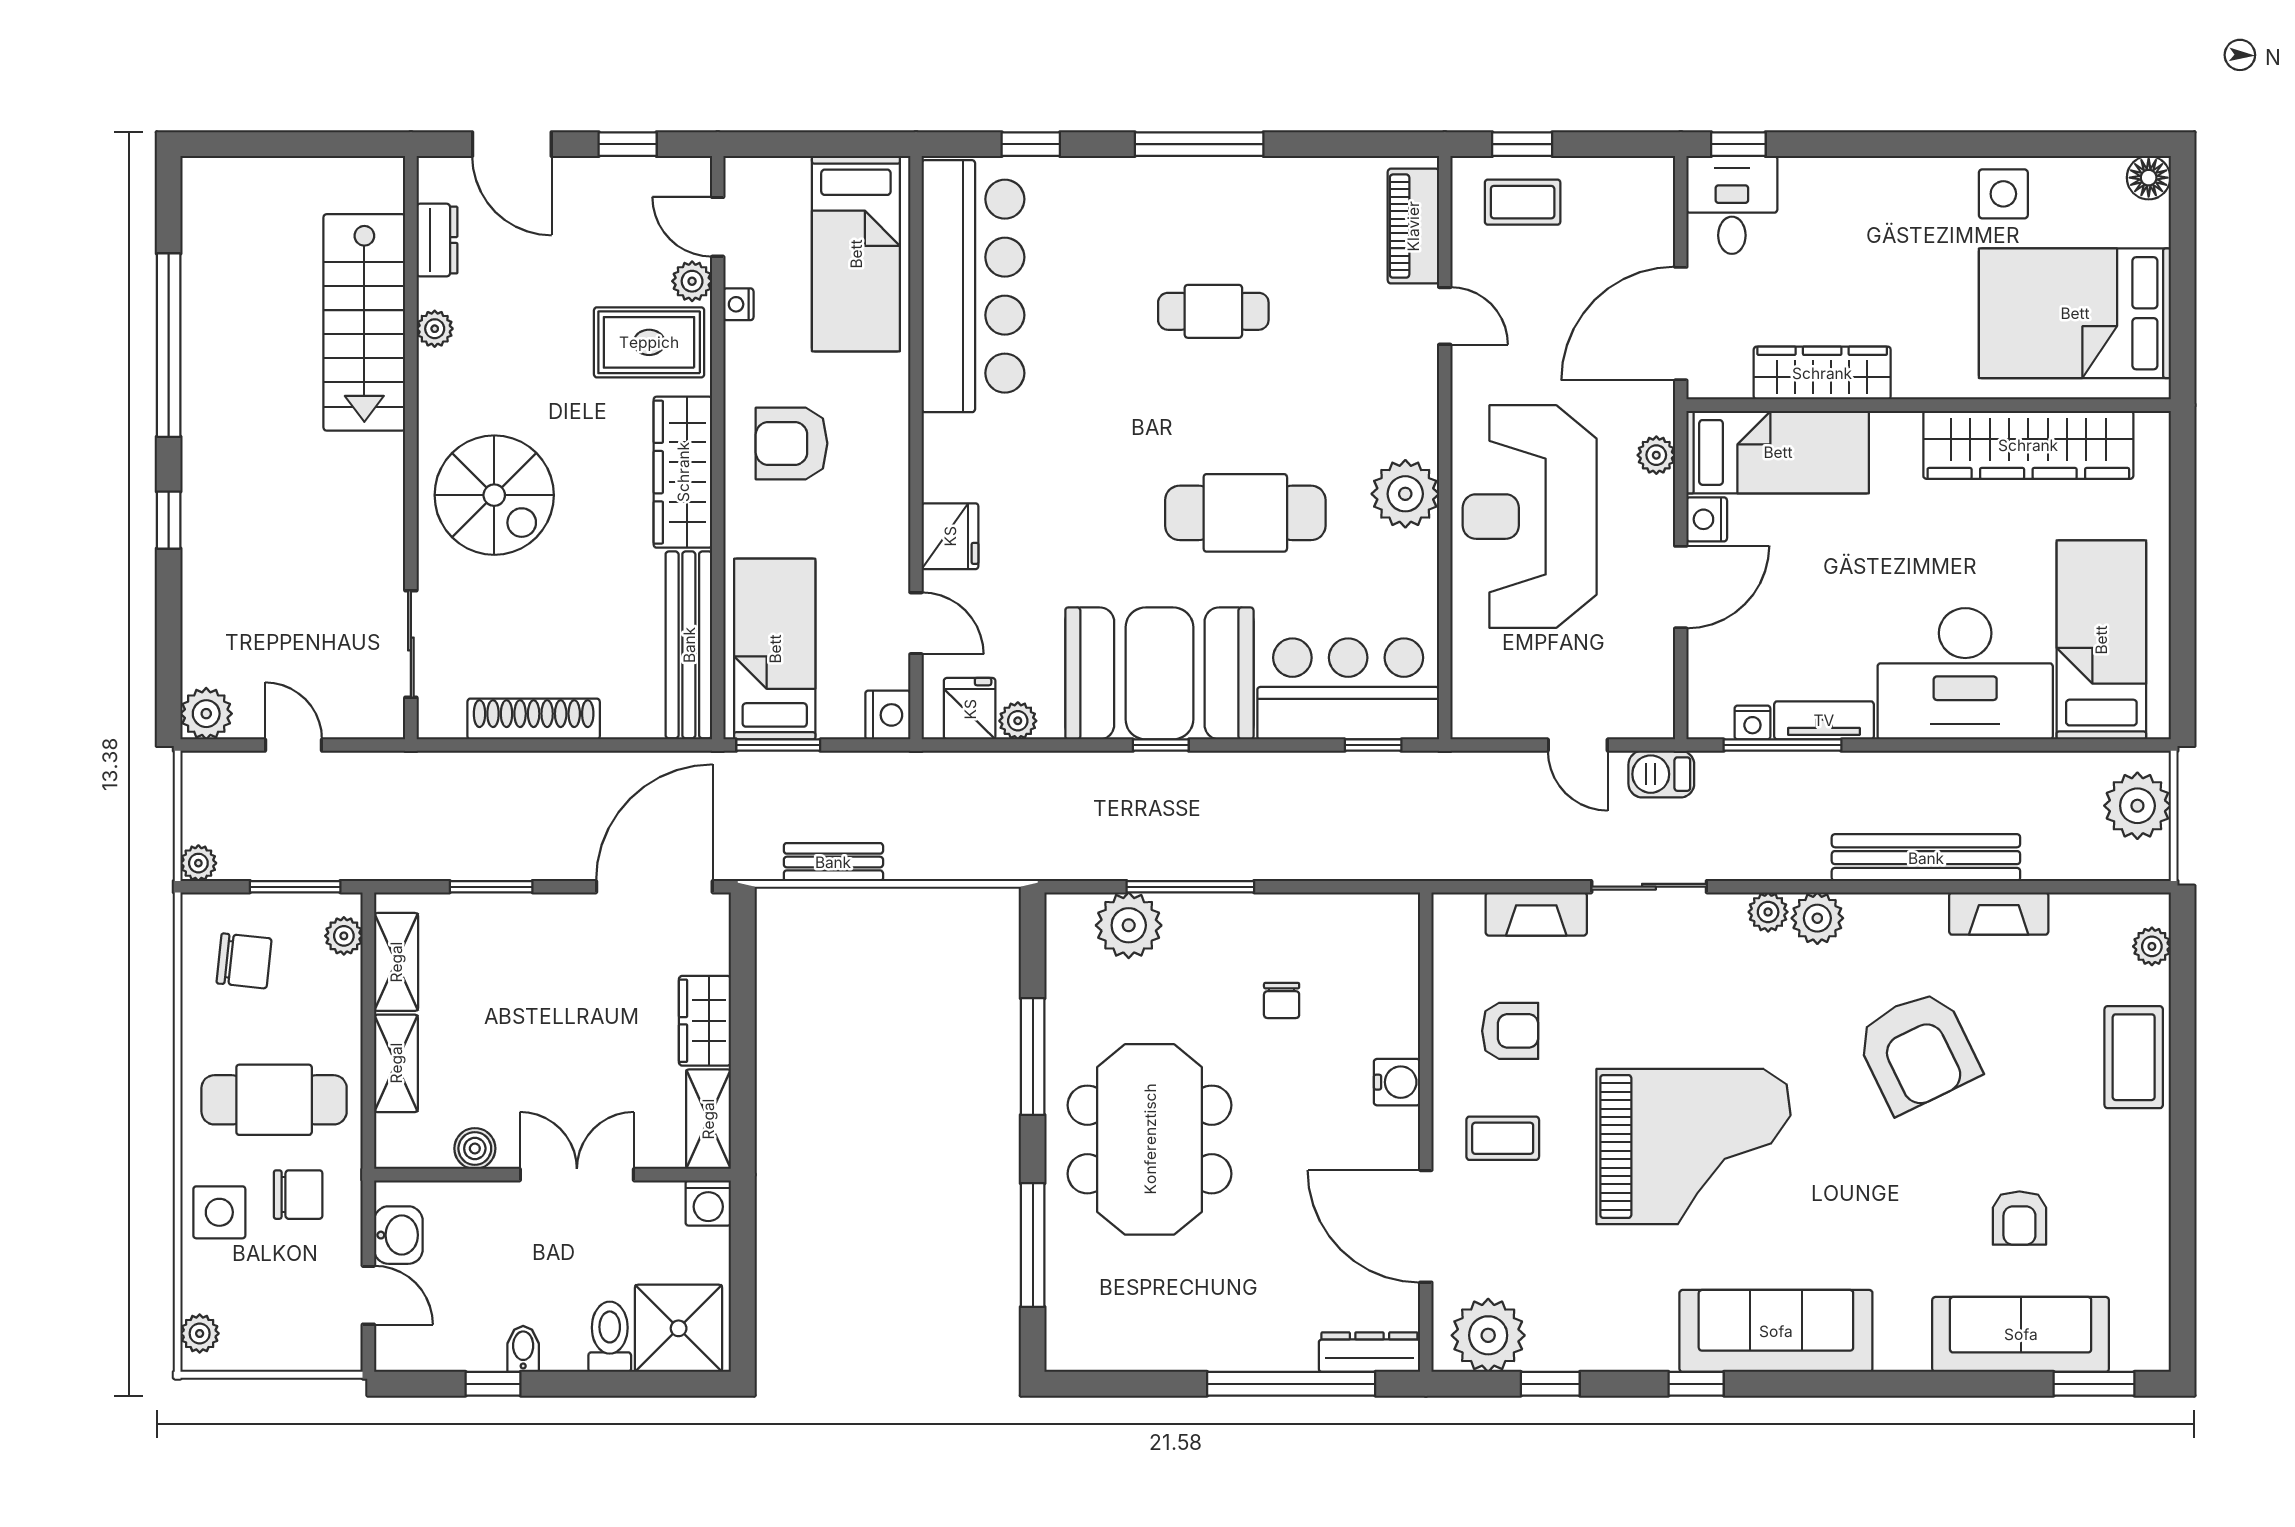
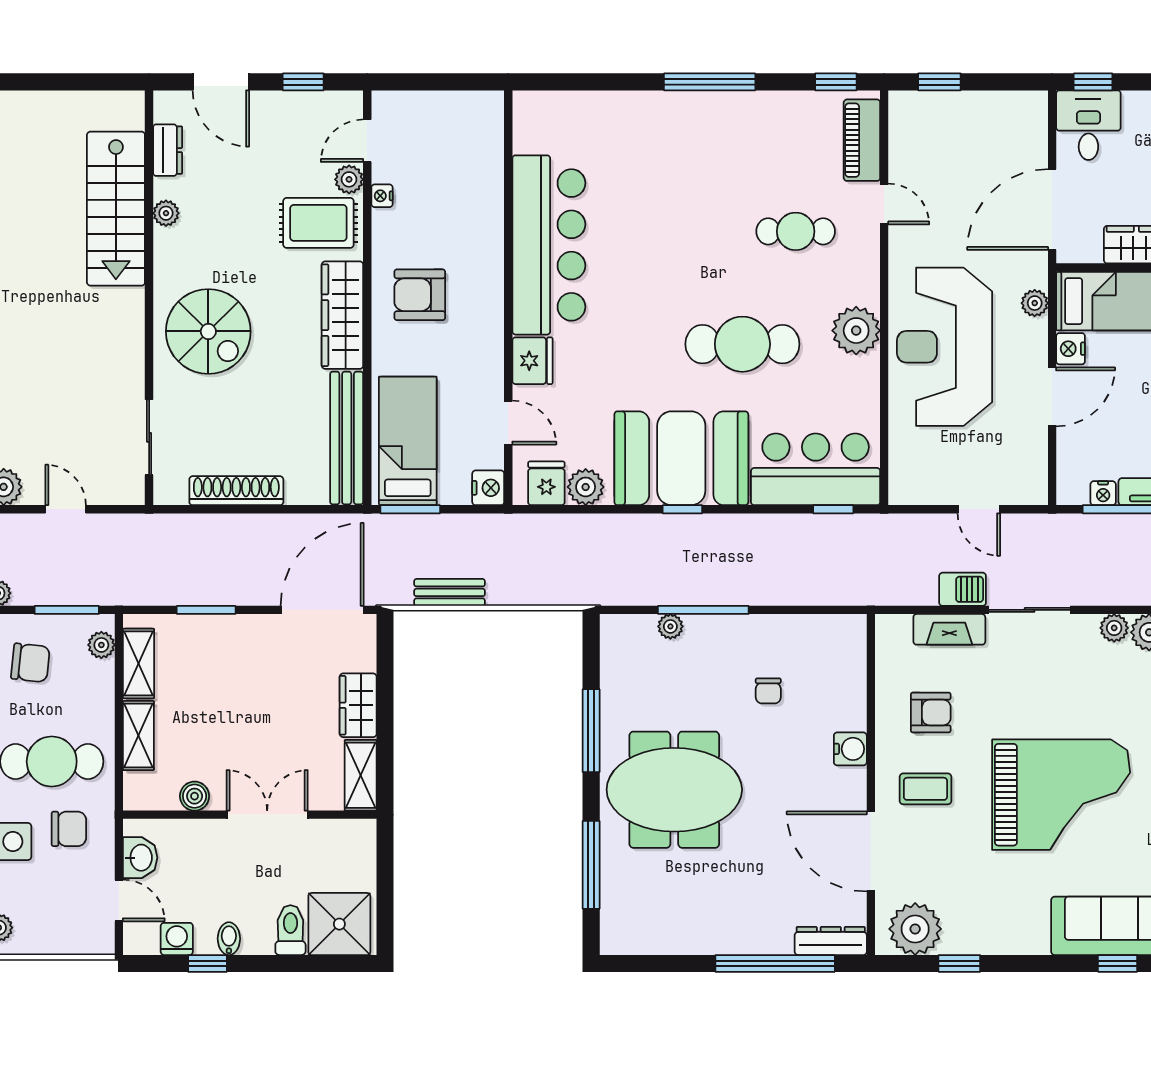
window: (1031, 144) -> (836, 82), moved
coffee table: (1523, 202) -> (940, 123), removed
door: (718, 227) -> (367, 141), hinge flipped
bed: (856, 254) -> (466, 160), removed
bar counter: (973, 286) -> (549, 245), moved
cafe table: (1213, 311) -> (796, 231), moved
plant: (1018, 721) -> (586, 487), width x1.38, depth x1.38
barbecue: (1661, 774) -> (963, 589), moved, turned 180
plant: (1129, 925) -> (670, 626), width x0.53, depth x0.53
meeting table: (1150, 1139) -> (674, 790), turned 90
washing machine: (708, 1203) -> (177, 939), moved, turned 180
window: (1696, 1384) -> (1118, 963), moved

